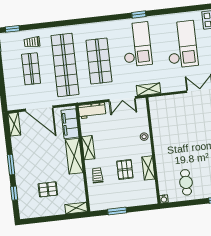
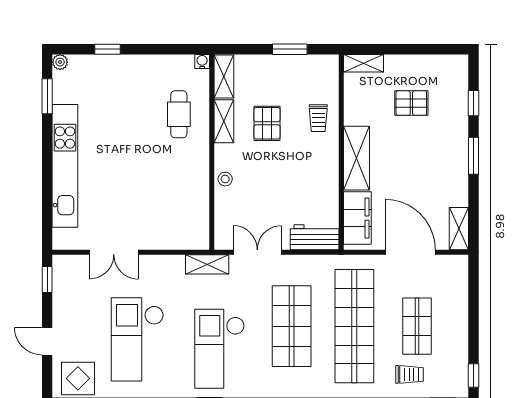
shelving: (88, 148) -> (224, 76), moved
cafe table: (186, 182) -> (179, 114), moved

